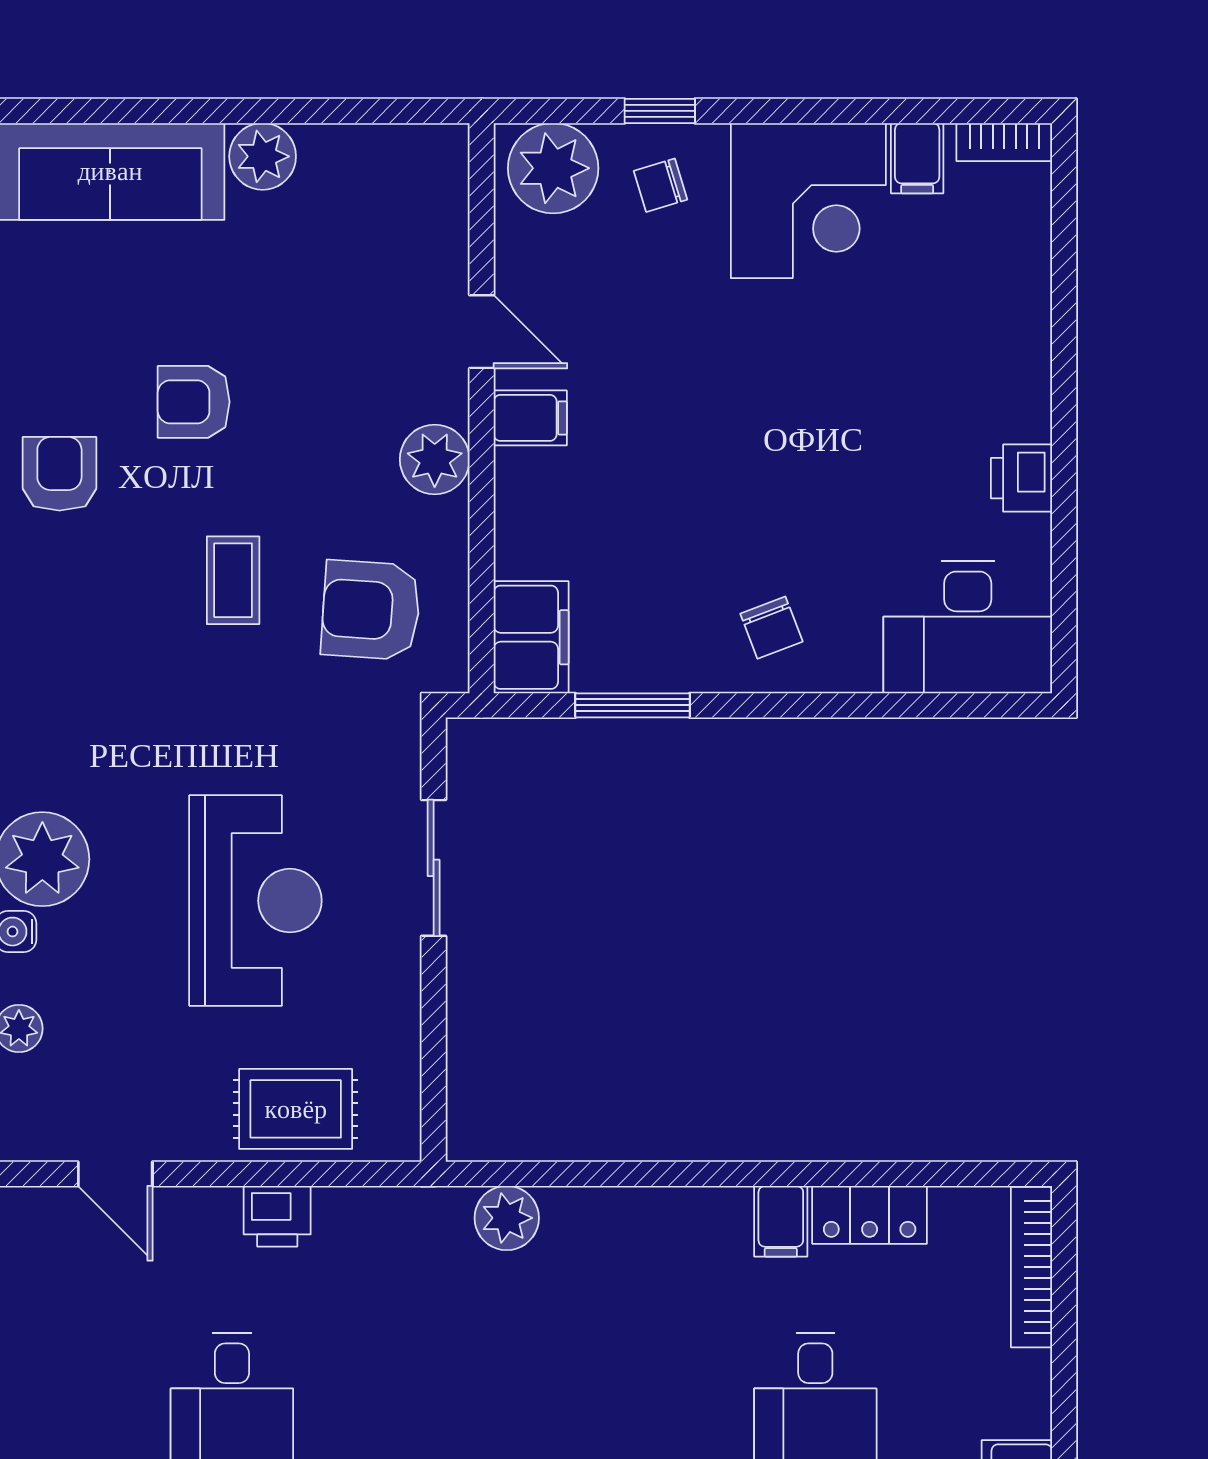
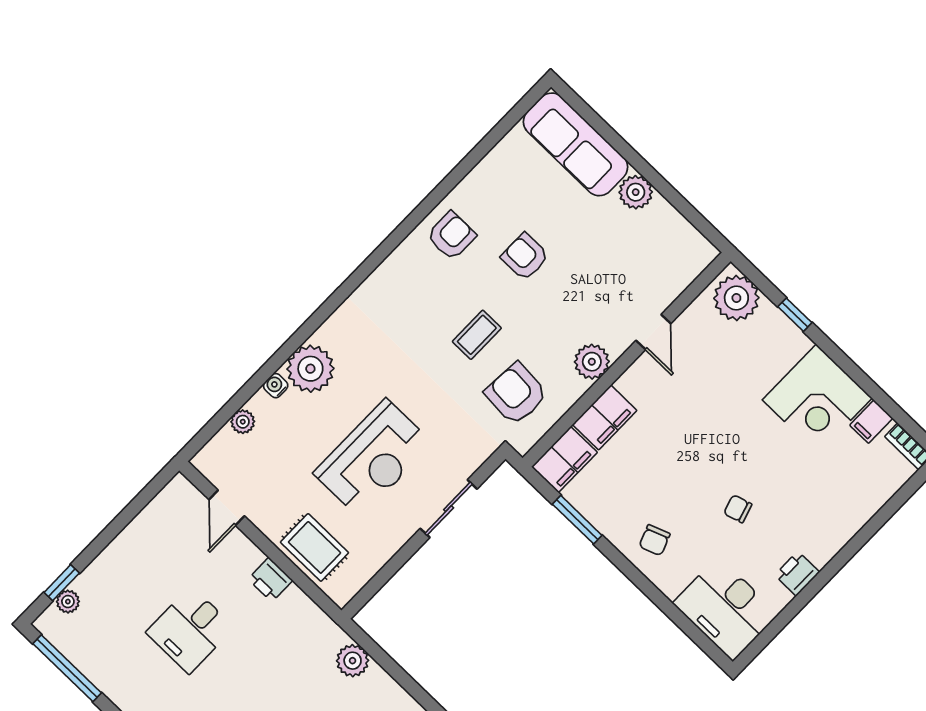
chair: (660, 185) -> (738, 509), moved
filing cabinet: (530, 418) -> (605, 417), moved, width x2.00

